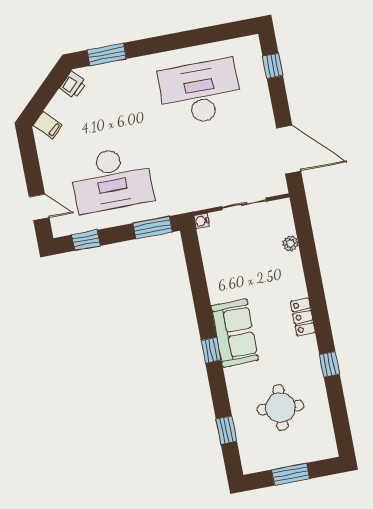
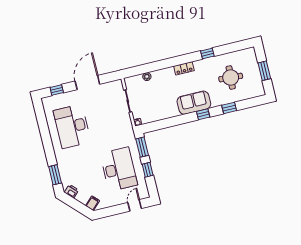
door: (289, 149) -> (87, 83), moved
window: (86, 240) -> (148, 170), moved
window: (226, 430) -> (229, 108), moved

